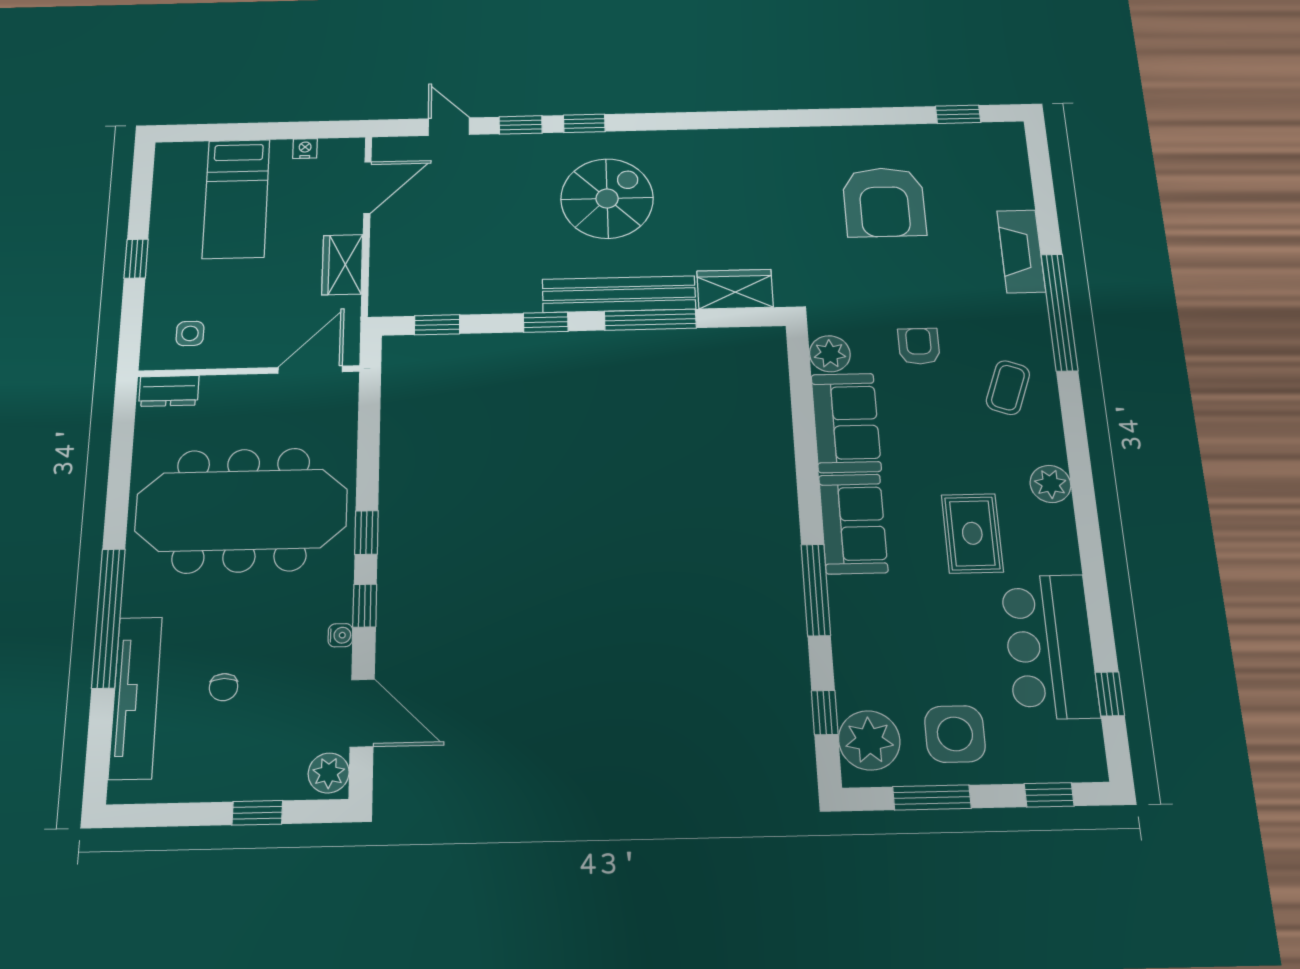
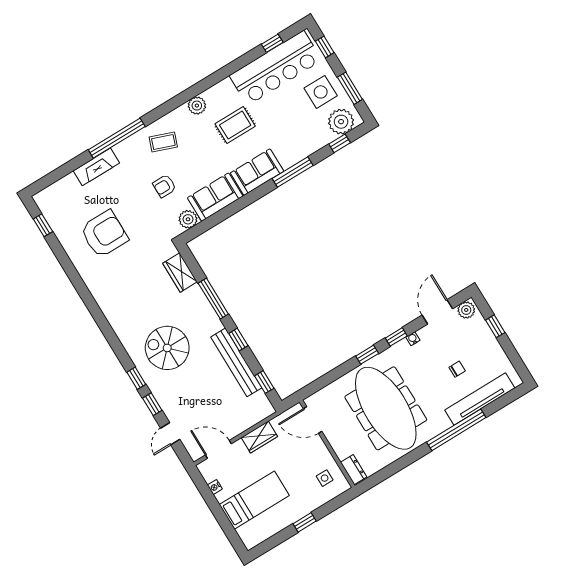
bench: (619, 294) -> (236, 362), moved
bar counter: (1050, 646) -> (276, 68), width x1.36

